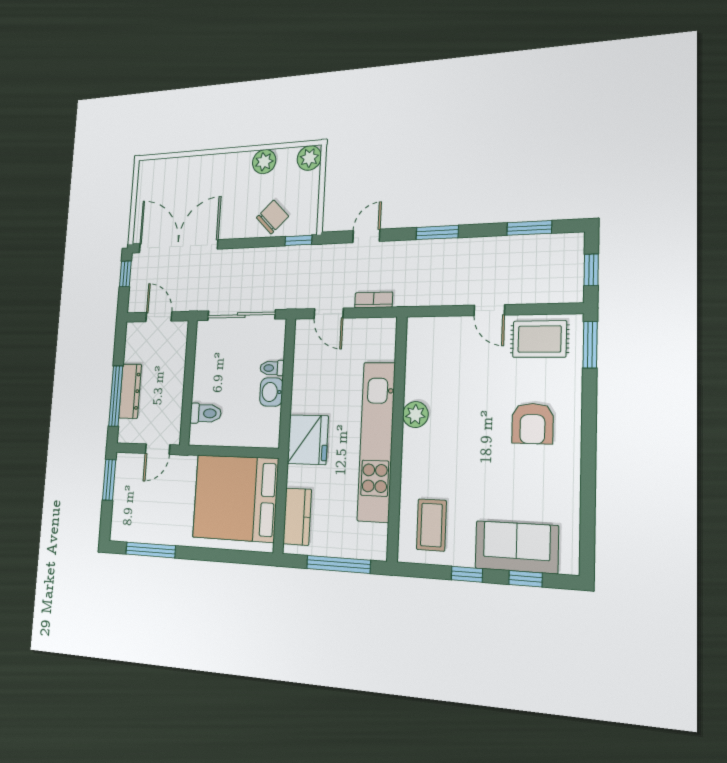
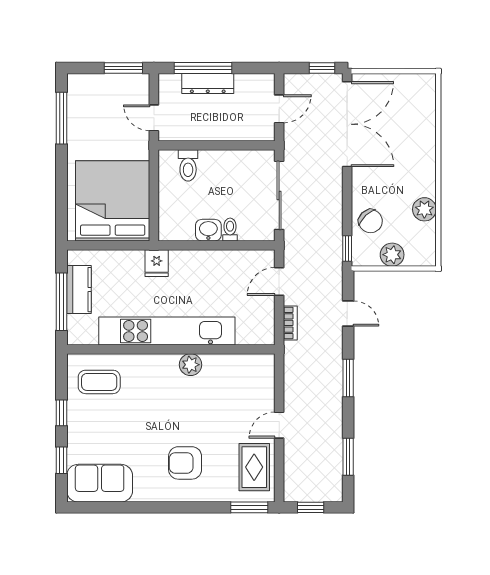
plant: (309, 158) -> (392, 255), moved
fridge: (308, 440) -> (157, 263), width x0.53, depth x0.75
kitchen counter: (297, 517) -> (79, 290), moved, turned -90
sofa: (517, 547) -> (100, 483), moved, turned -90

